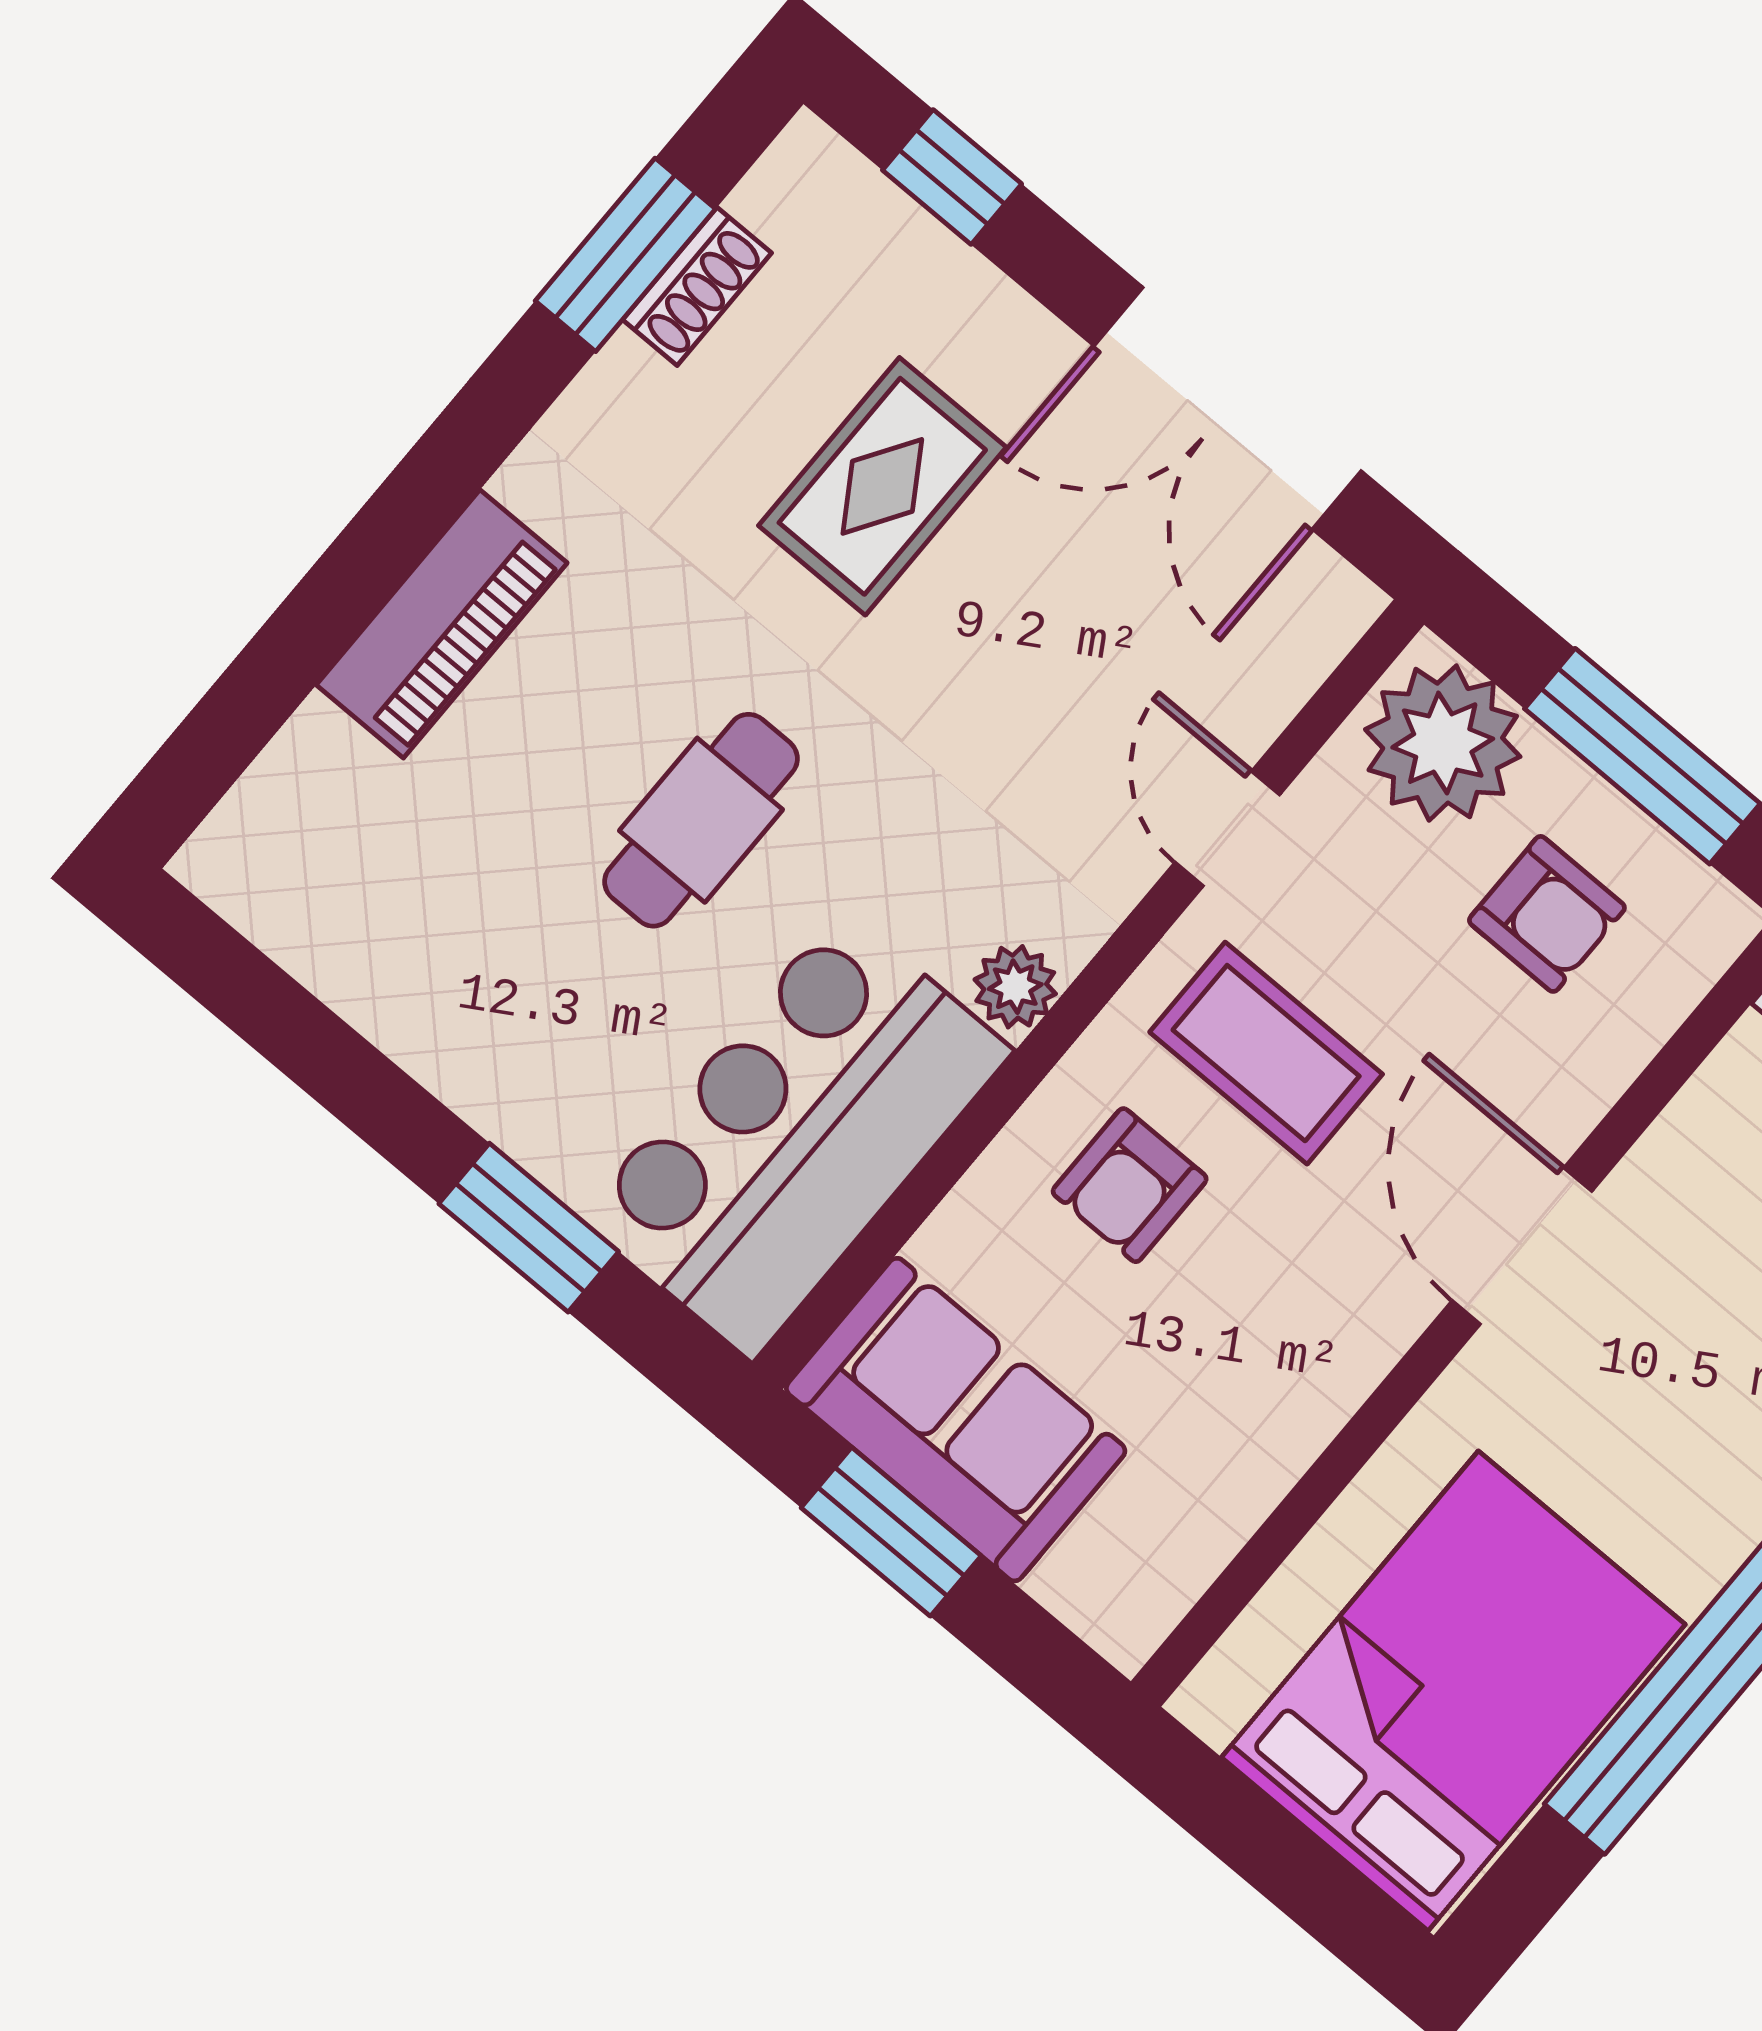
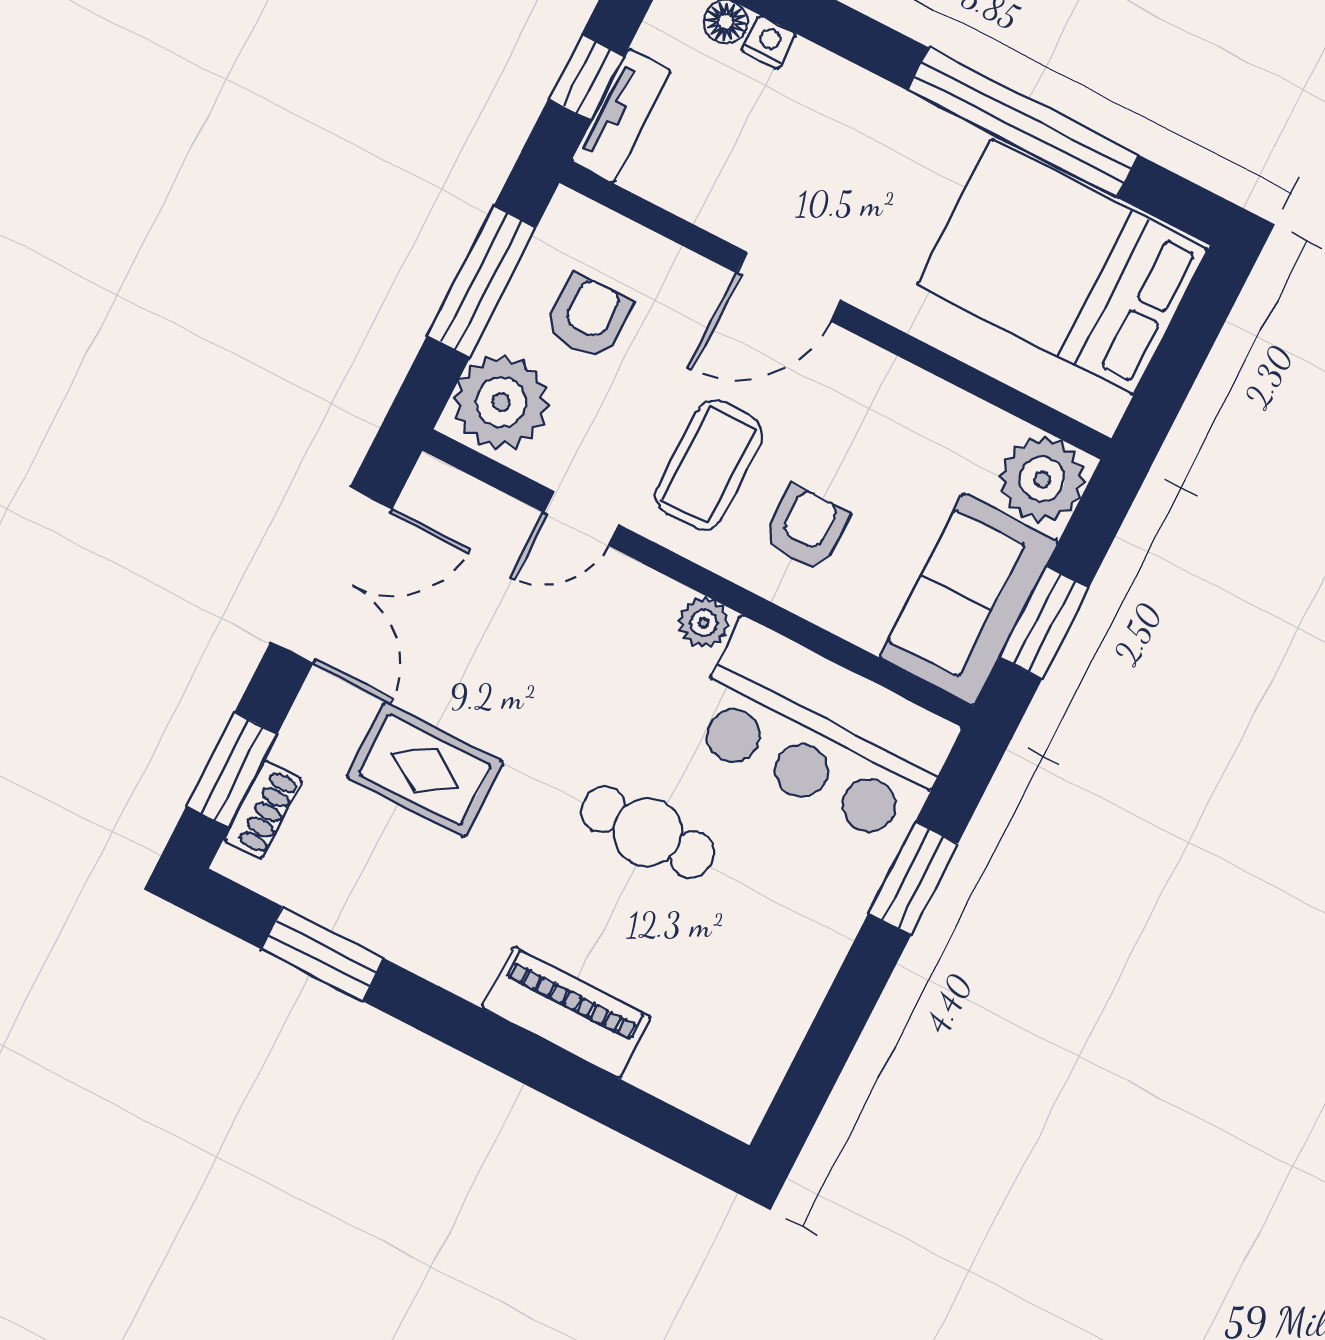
window: (952, 177) -> (232, 770), width x1.50
shoe rack: (697, 286) -> (263, 810), moved, turned 90
armchair: (1130, 1185) -> (806, 528), turned -90
plant: (1121, 1581) -> (1042, 479), added

